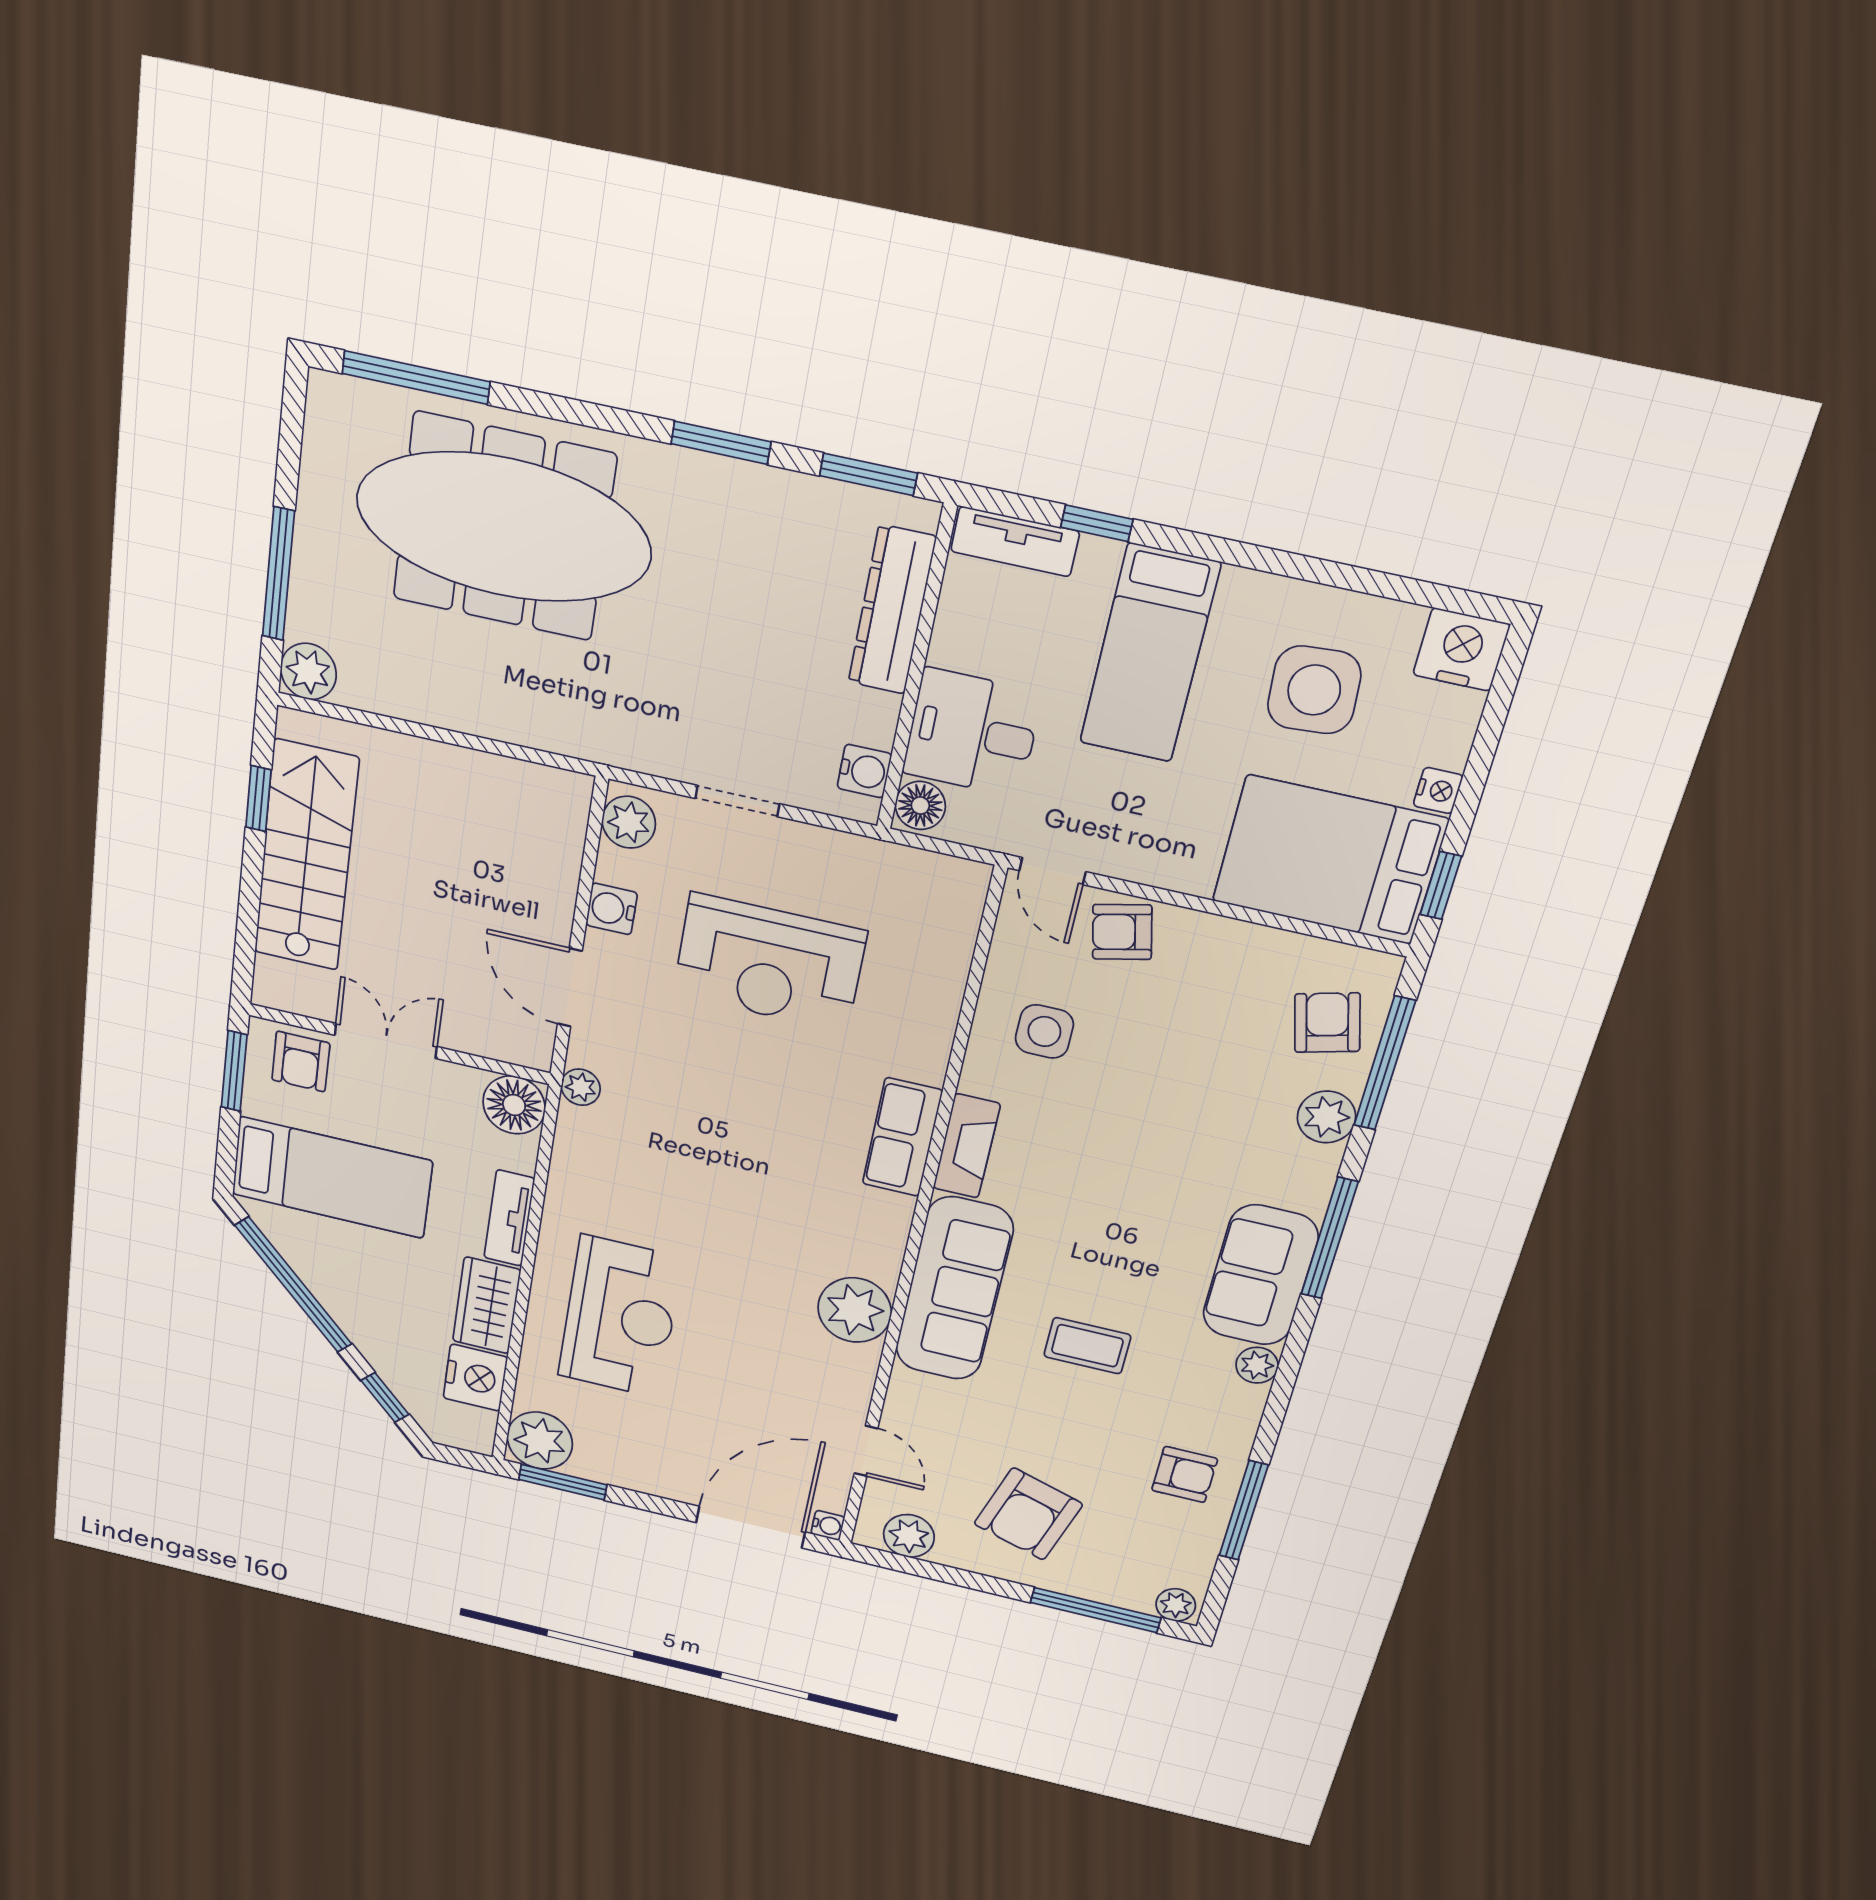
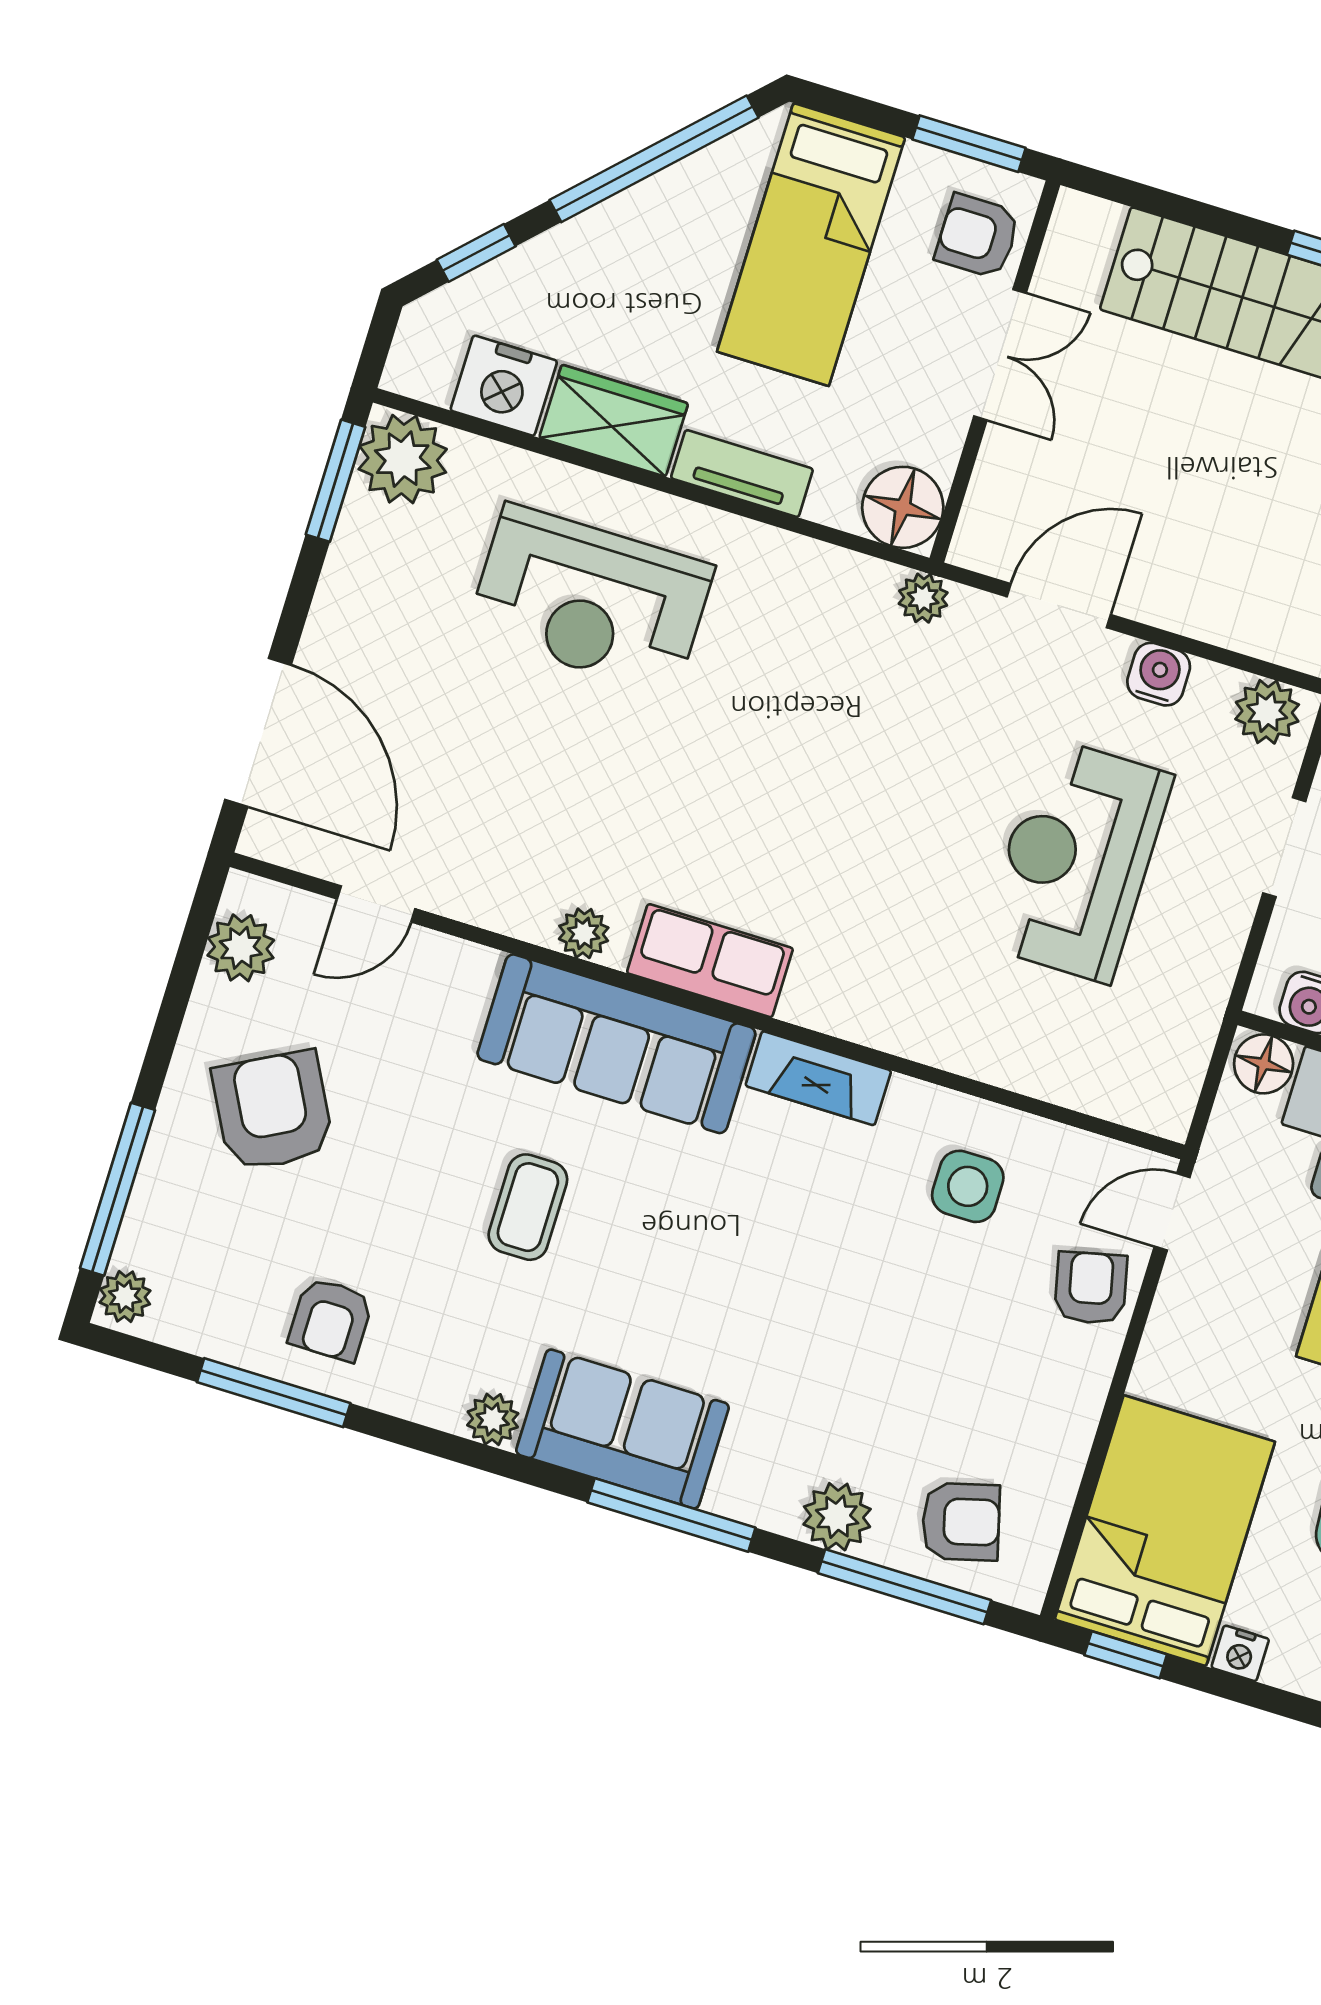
row of seats: (902, 1137) -> (710, 961), moved
plant: (855, 1310) -> (584, 933), width x0.53, depth x0.53
armchair: (1028, 1514) -> (273, 1111), turned 45
water cooler: (828, 1525) -> (259, 839), removed

